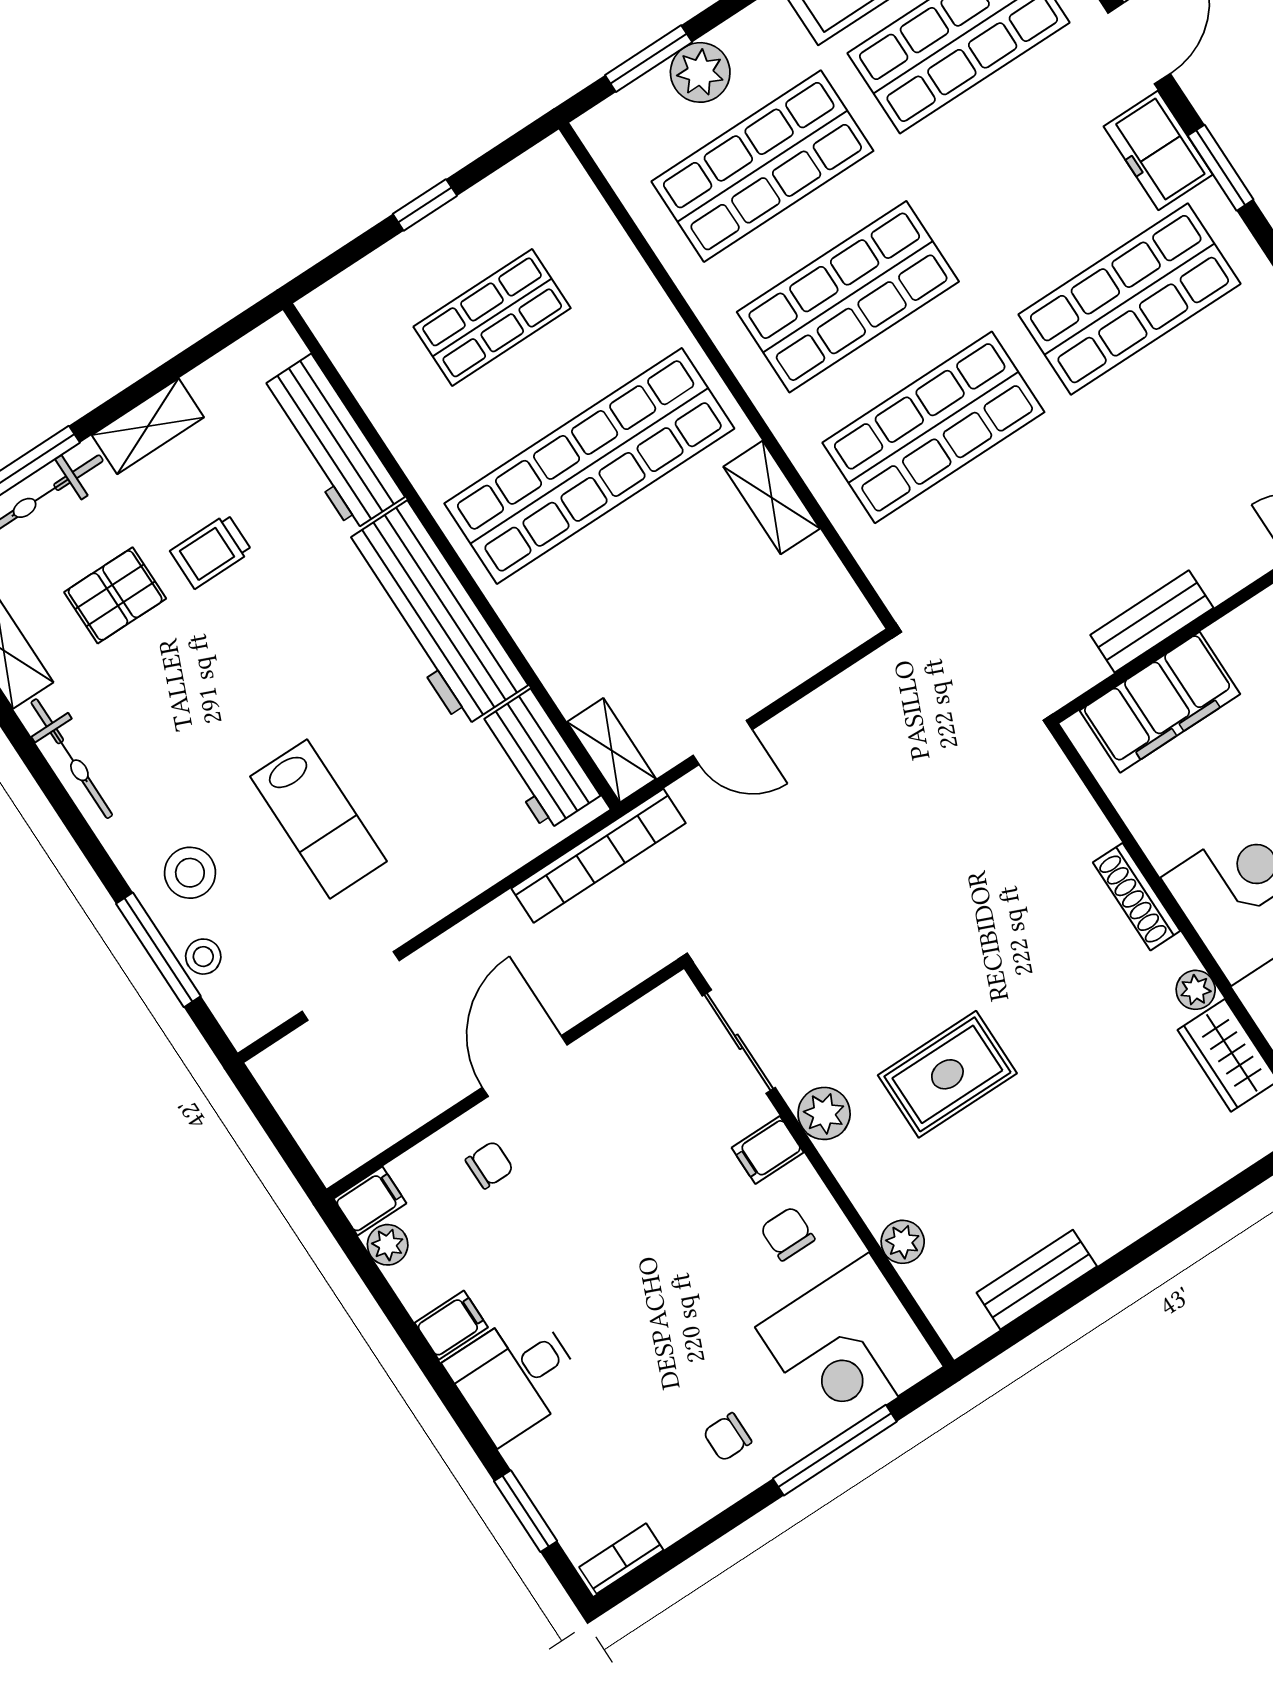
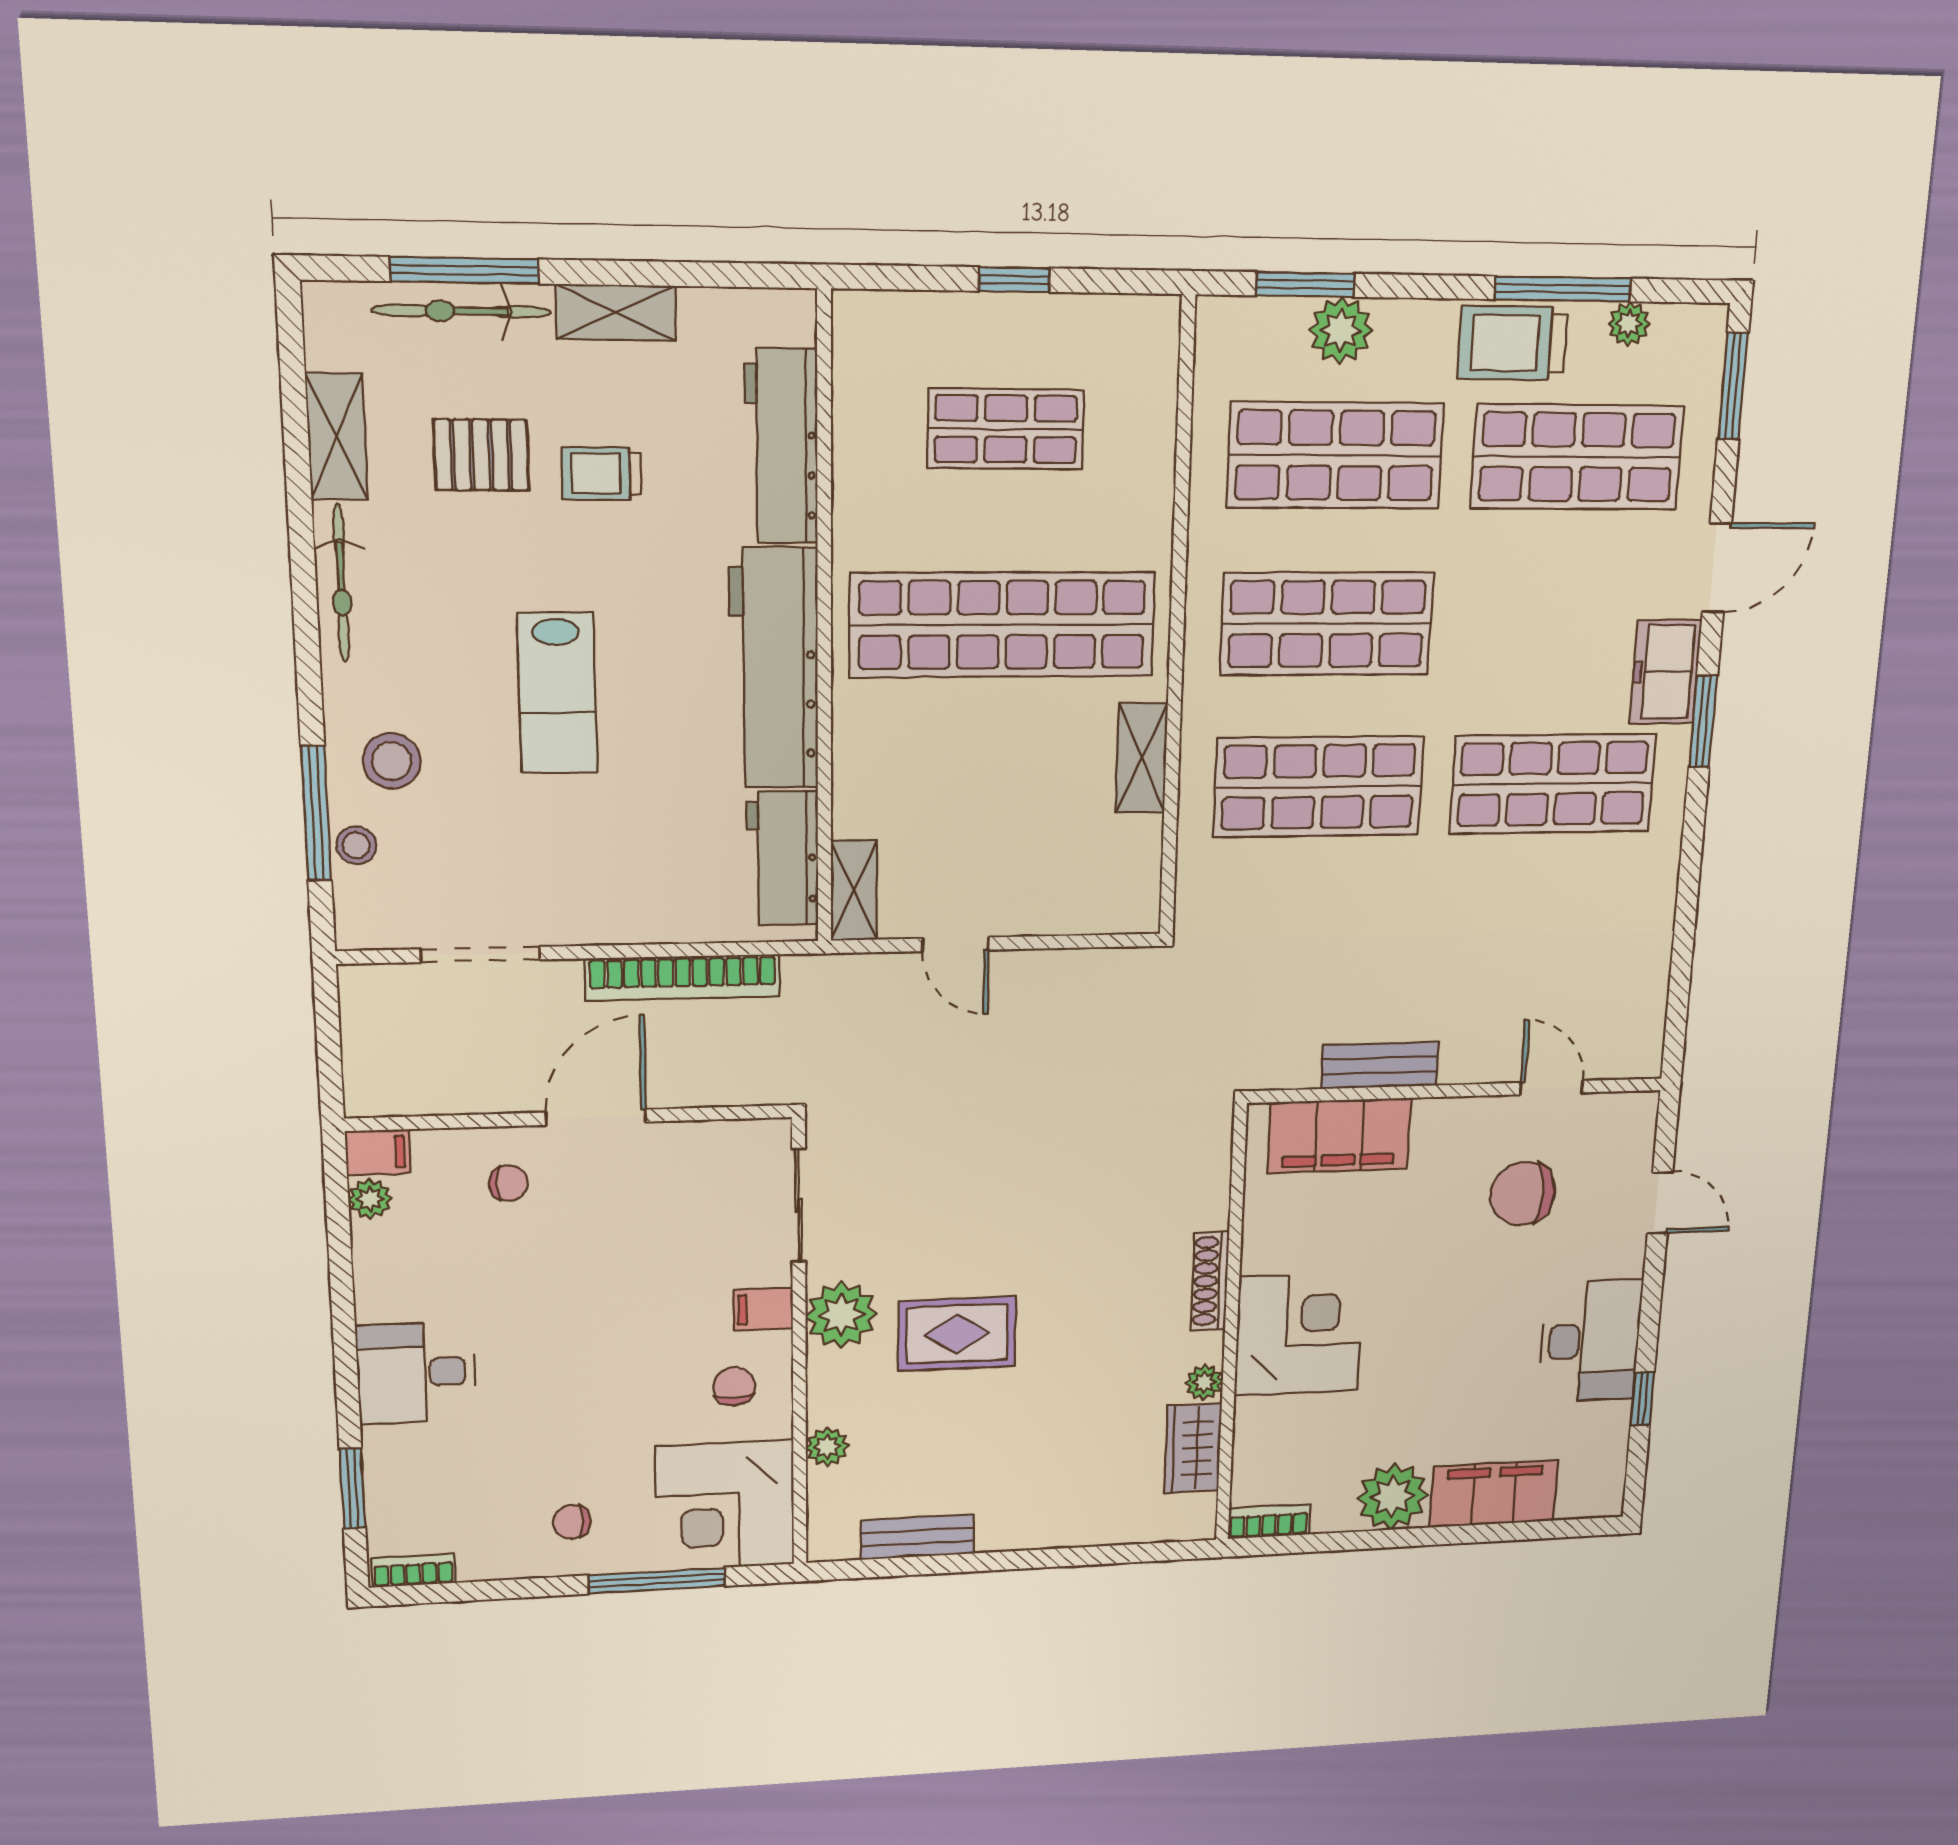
lab bench: (319, 819) -> (557, 693), moved
bookcase: (598, 856) -> (683, 978), moved
plant: (824, 1113) -> (841, 1315), width x1.36, depth x1.36
filing cabinet: (451, 1325) -> (385, 1299), removed

